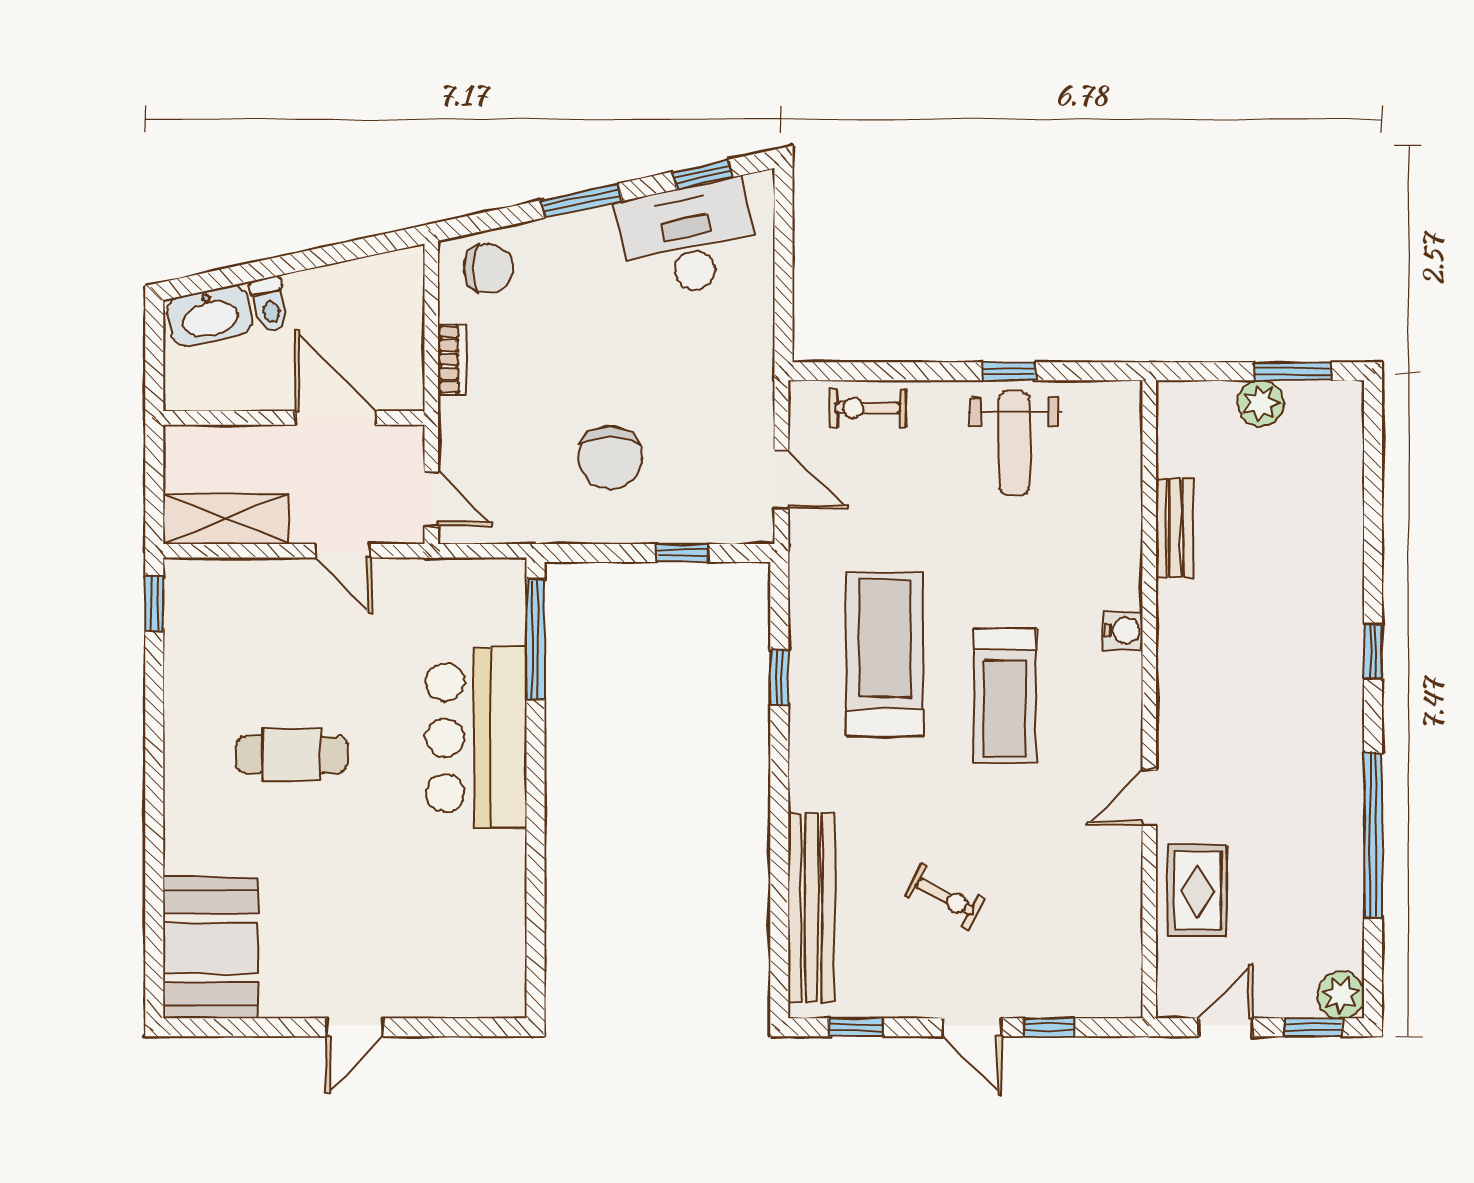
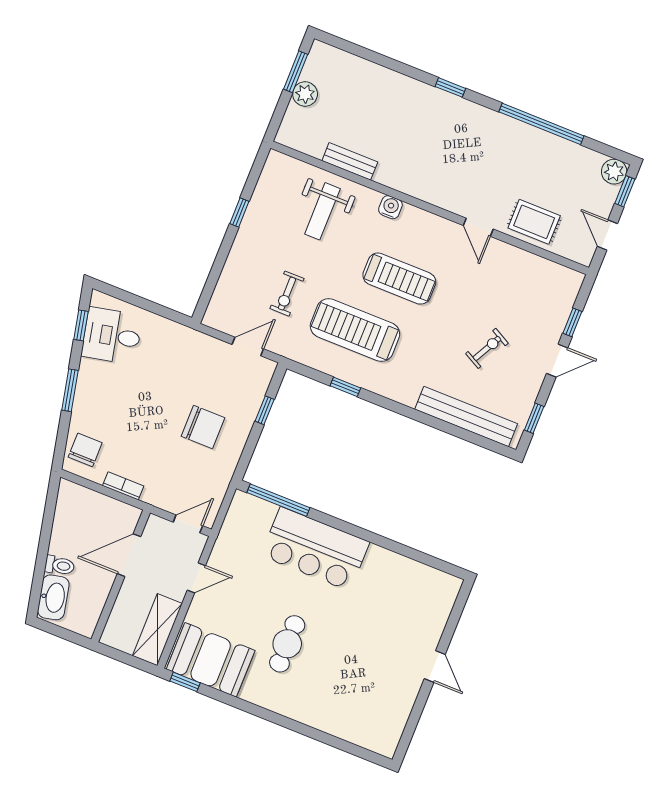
desk: (688, 239) -> (112, 336), width x0.73
exercise bike: (868, 408) -> (287, 294), moved
weight bench: (1014, 443) -> (322, 211), moved, turned 90
booth: (211, 948) -> (211, 660), moved

